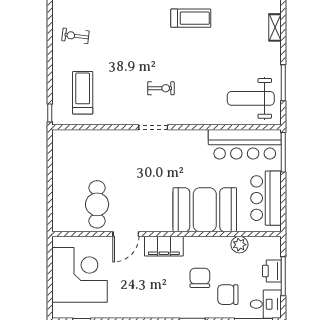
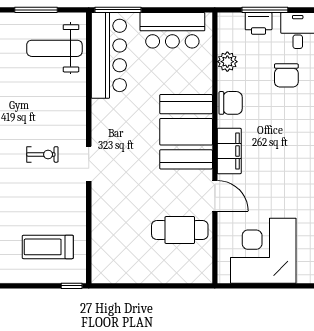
exercise bike: (161, 88) -> (42, 154), turned 90
weight bench: (251, 98) -> (54, 48), turned 90
booth: (205, 210) -> (186, 132), moved
chair: (200, 278) -> (231, 103), moved, turned 180

